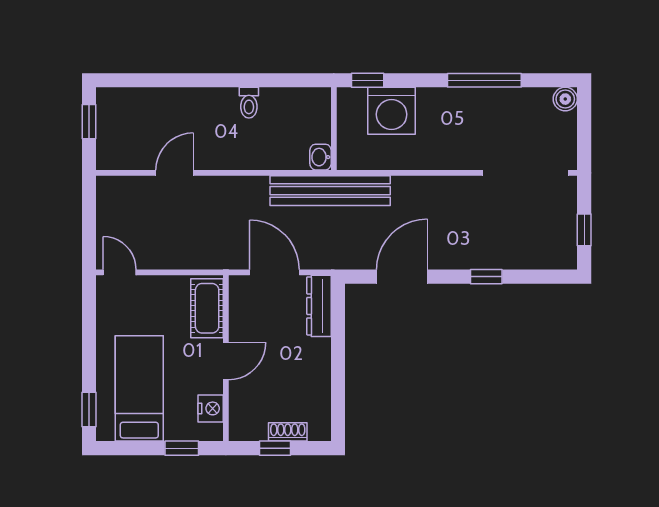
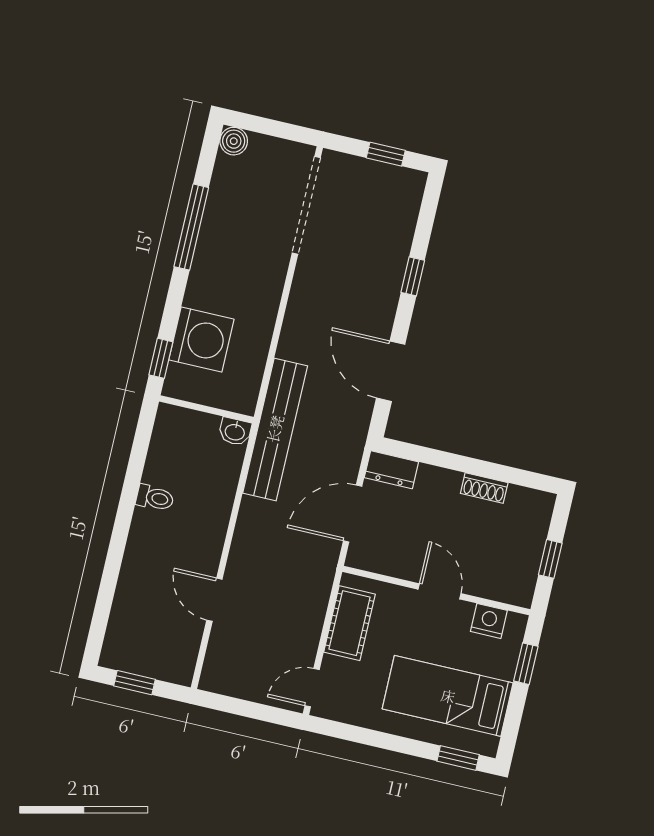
dresser: (319, 306) -> (391, 470), width x0.70
cot: (207, 308) -> (349, 623), moved, turned 90
shoe rack: (288, 432) -> (484, 488), moved, turned -90

